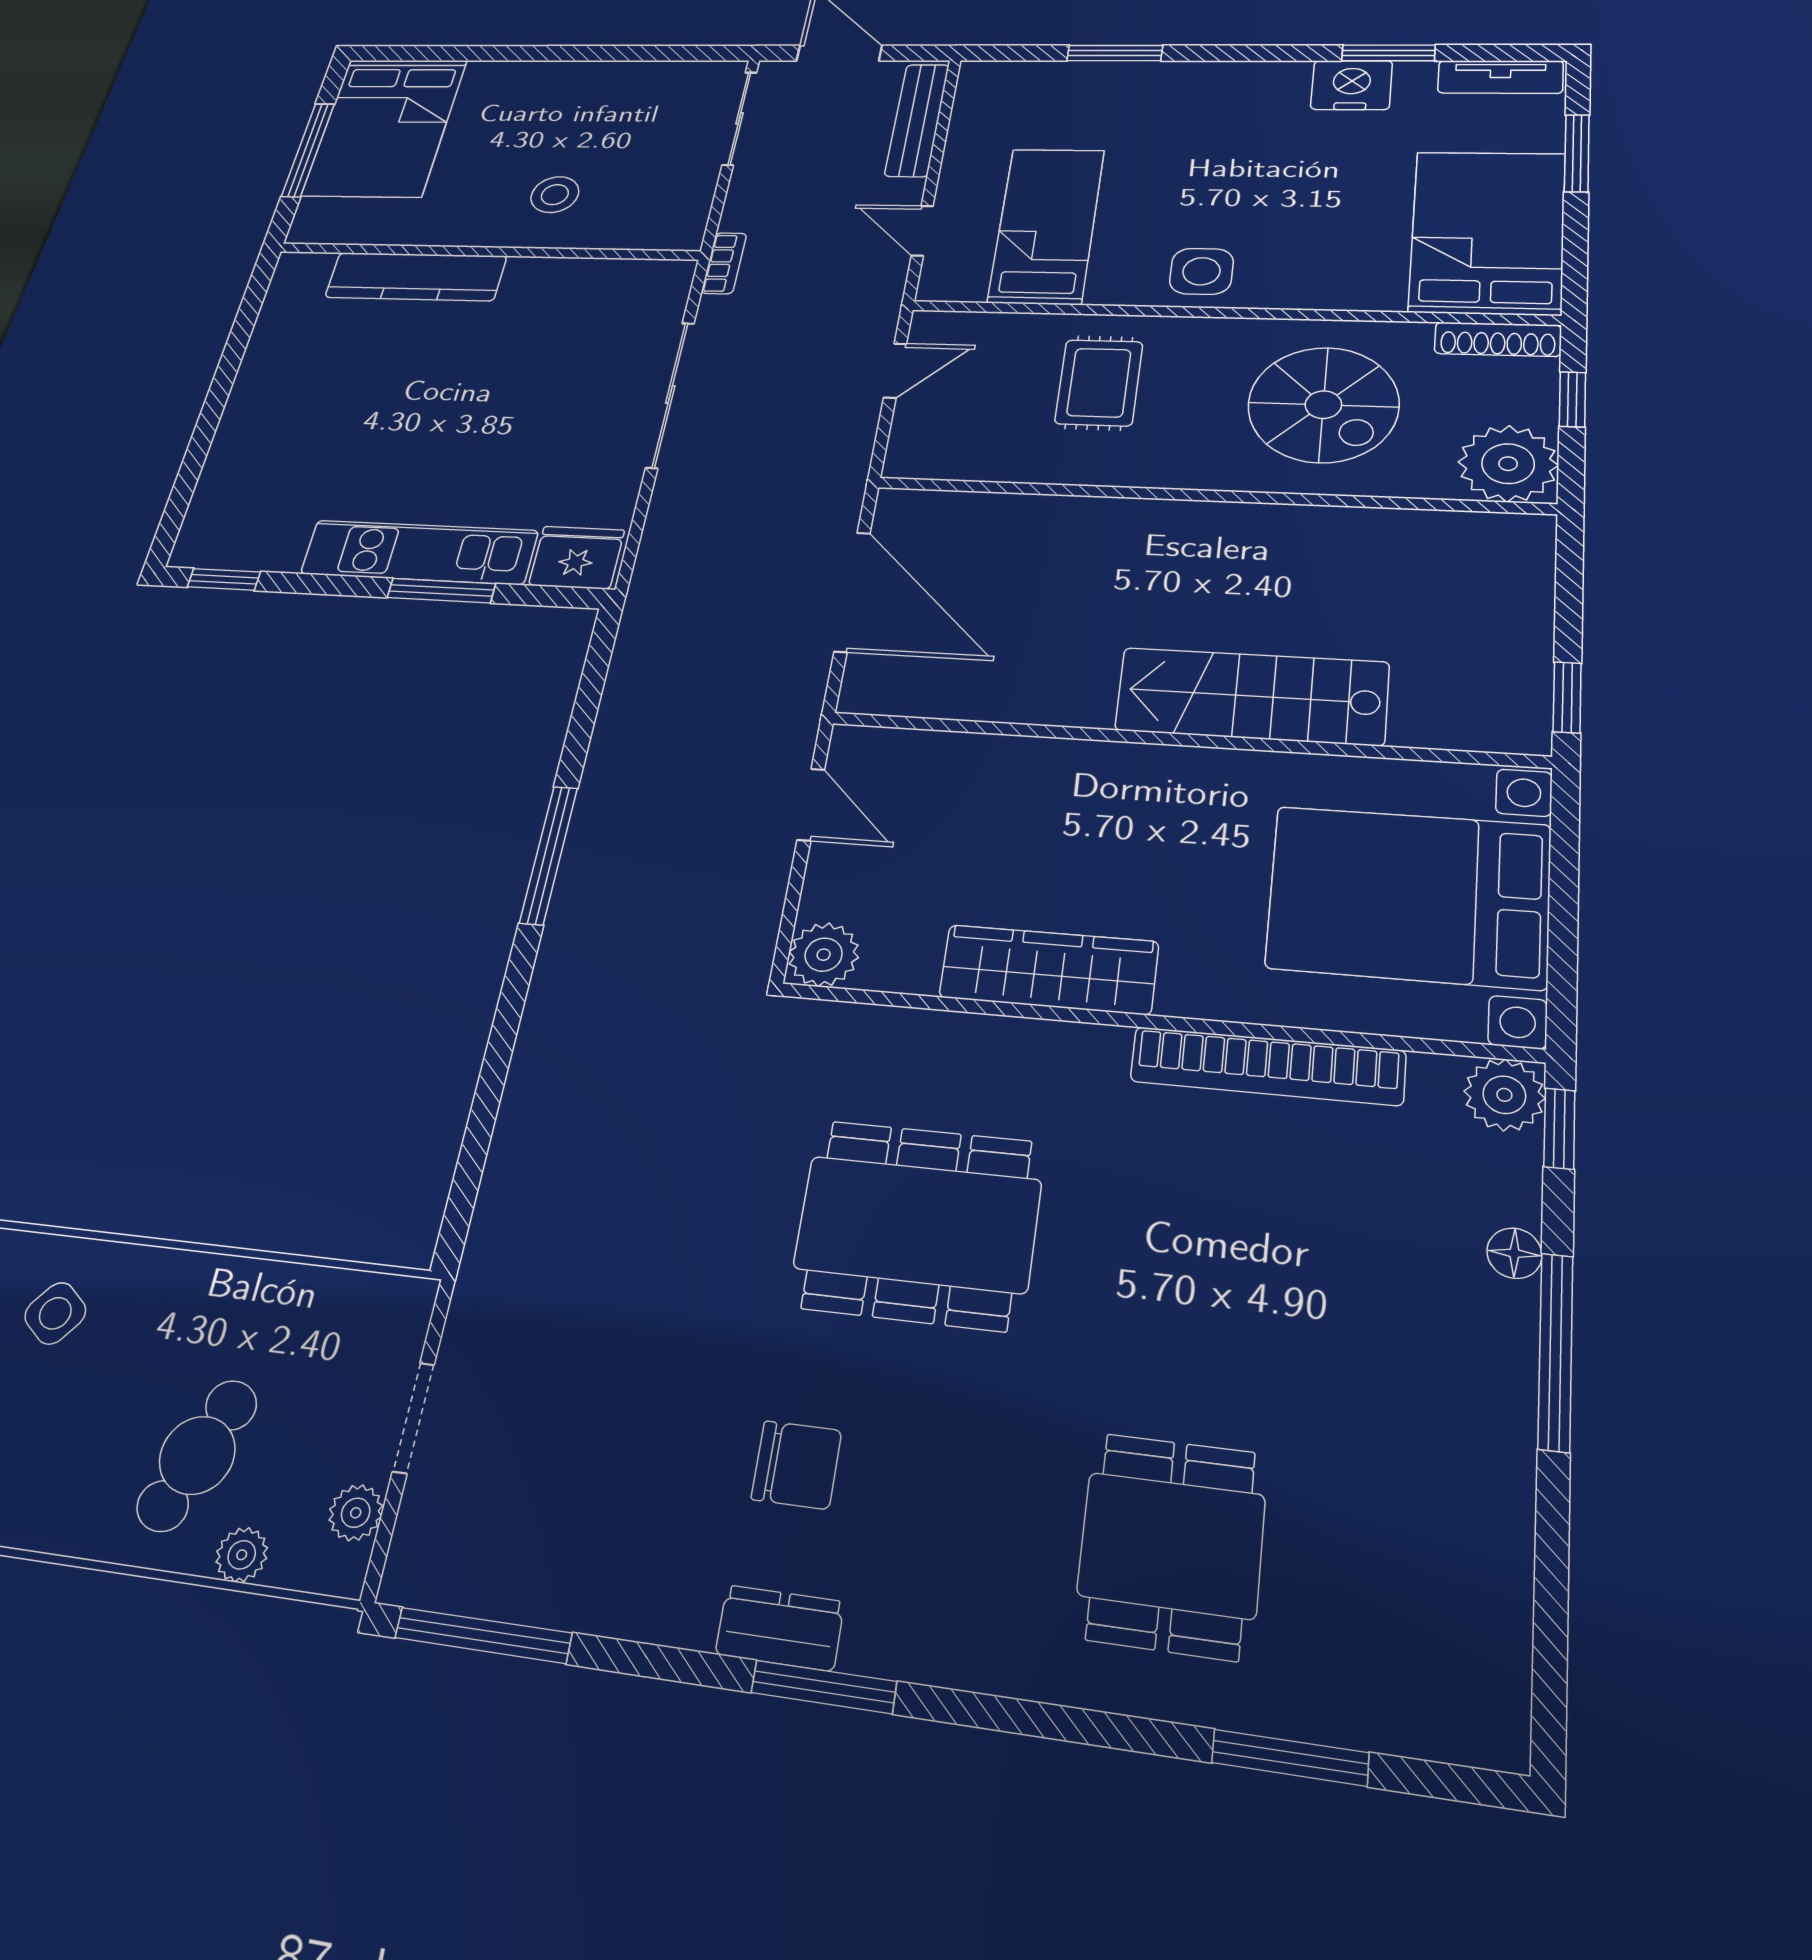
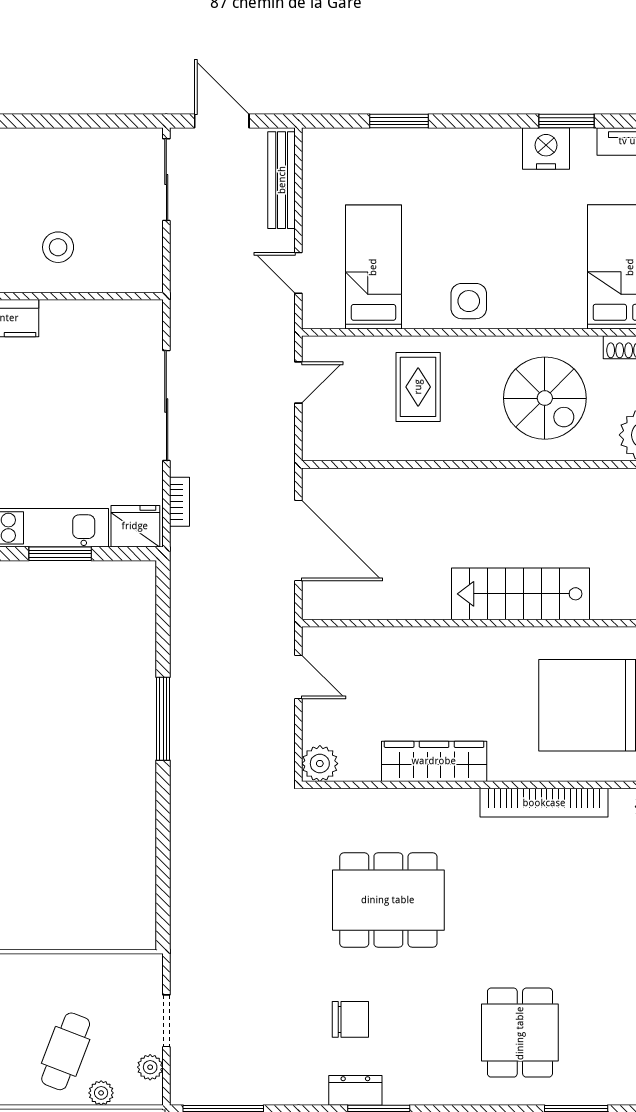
bookcase: (724, 263) -> (179, 502), moved

